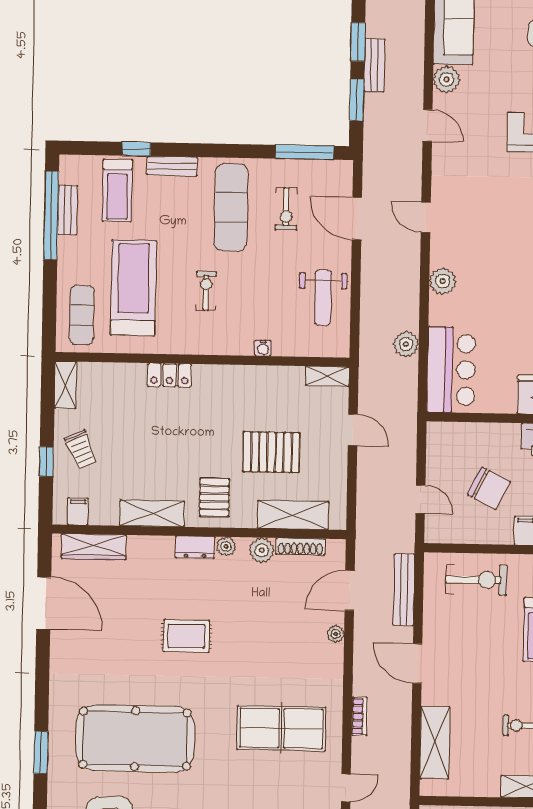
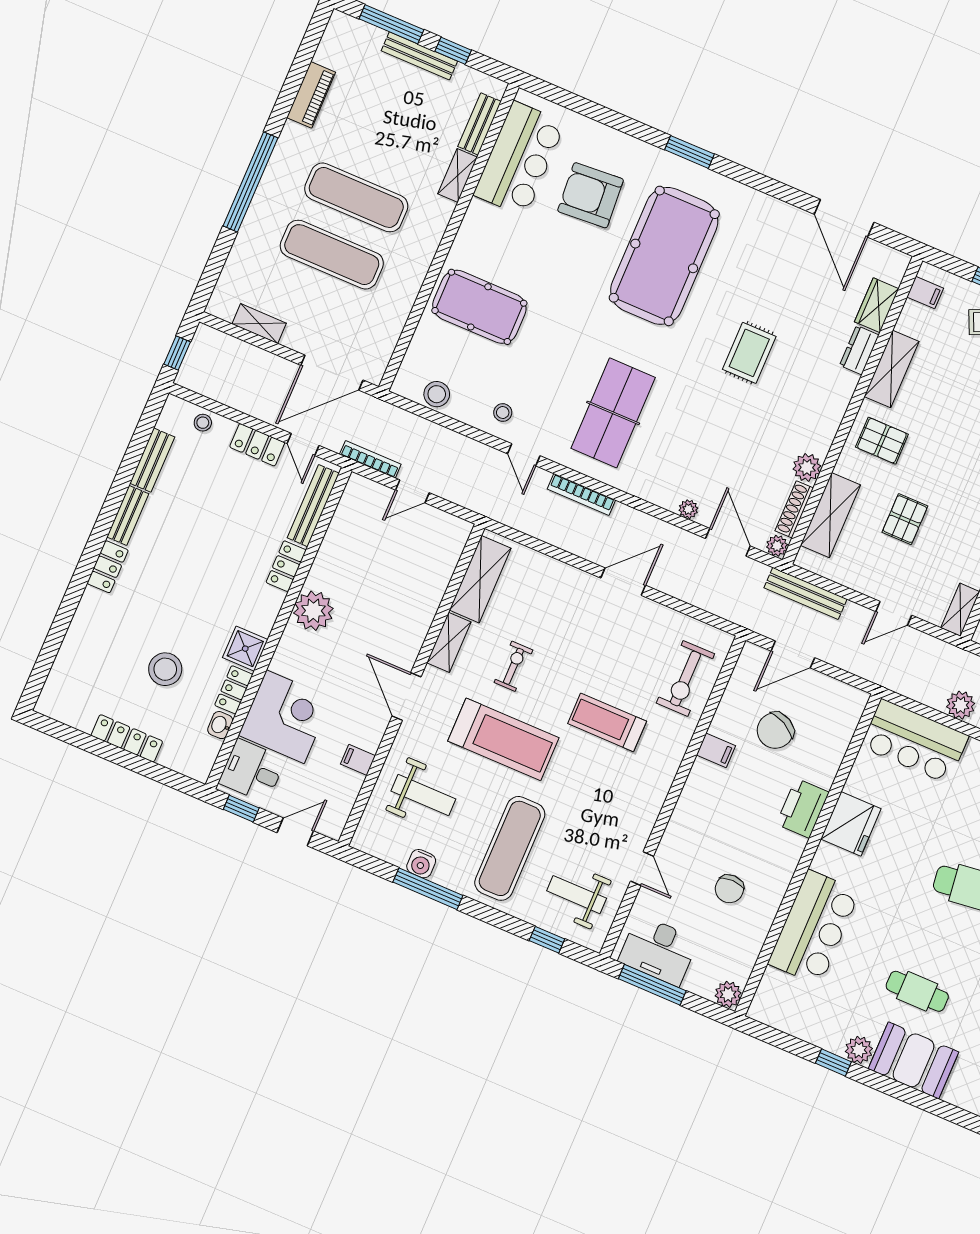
pallet: (271, 452) -> (905, 519), width x0.67, depth x0.71
door: (420, 499) -> (793, 654), width x1.38
plant: (226, 546) -> (777, 546), moved
wardrobe: (94, 547) -> (877, 305), width x0.67
dresser: (195, 547) -> (859, 350), moved
bench: (404, 590) -> (805, 593), moved
door: (44, 603) -> (844, 218), hinge flipped
bookcase: (360, 716) -> (581, 494), width x1.56
shelving: (435, 743) -> (480, 579), moved, turned 90

